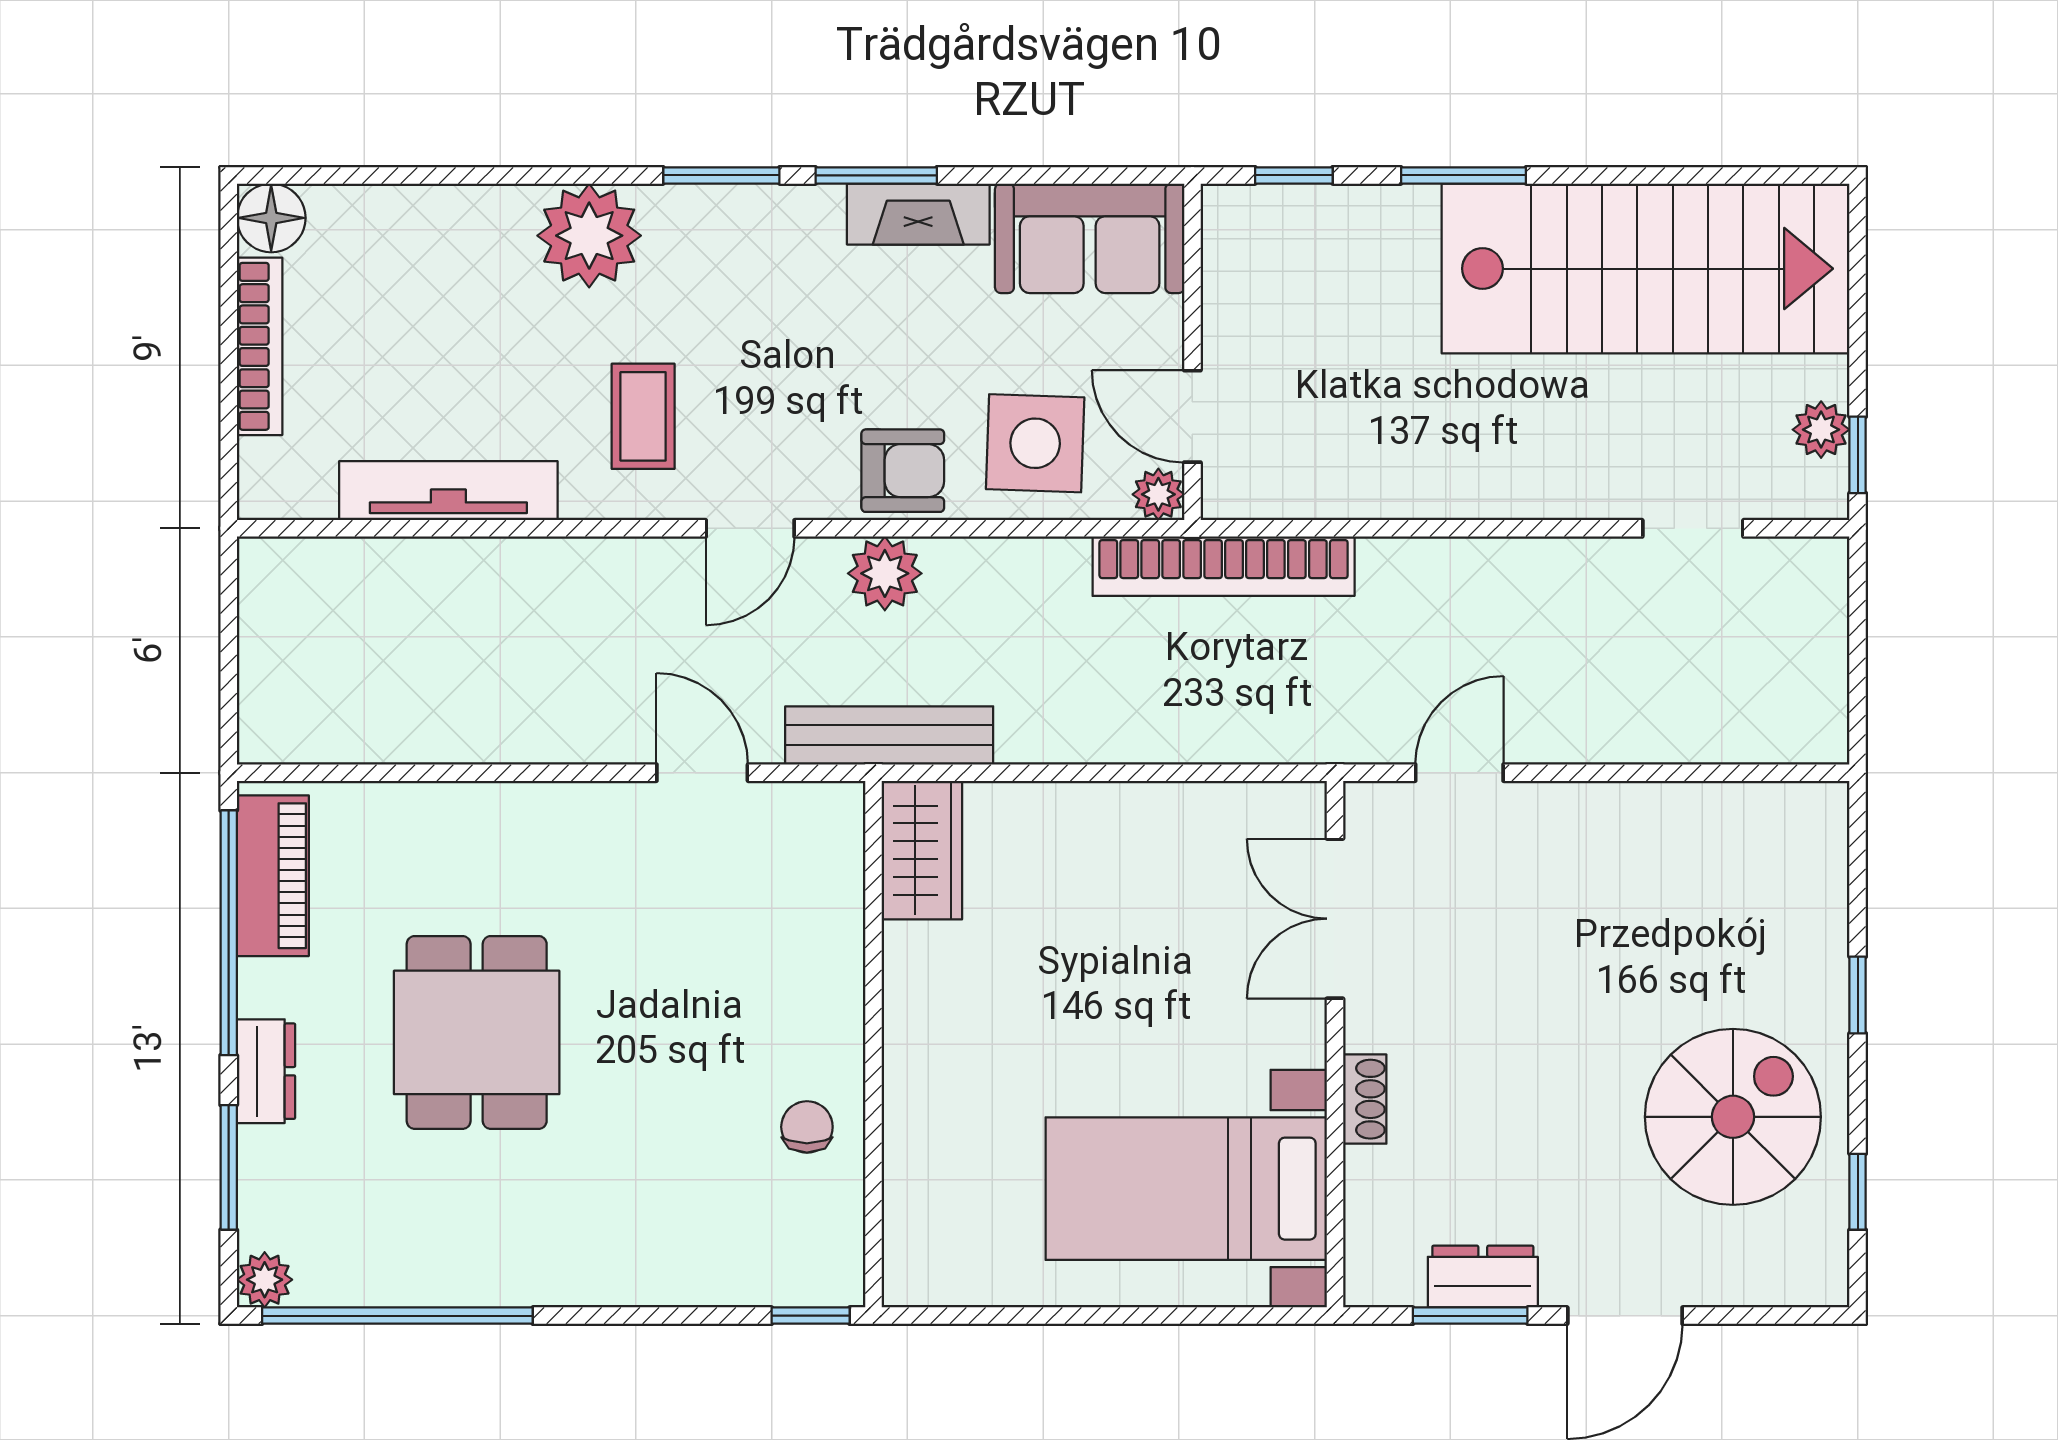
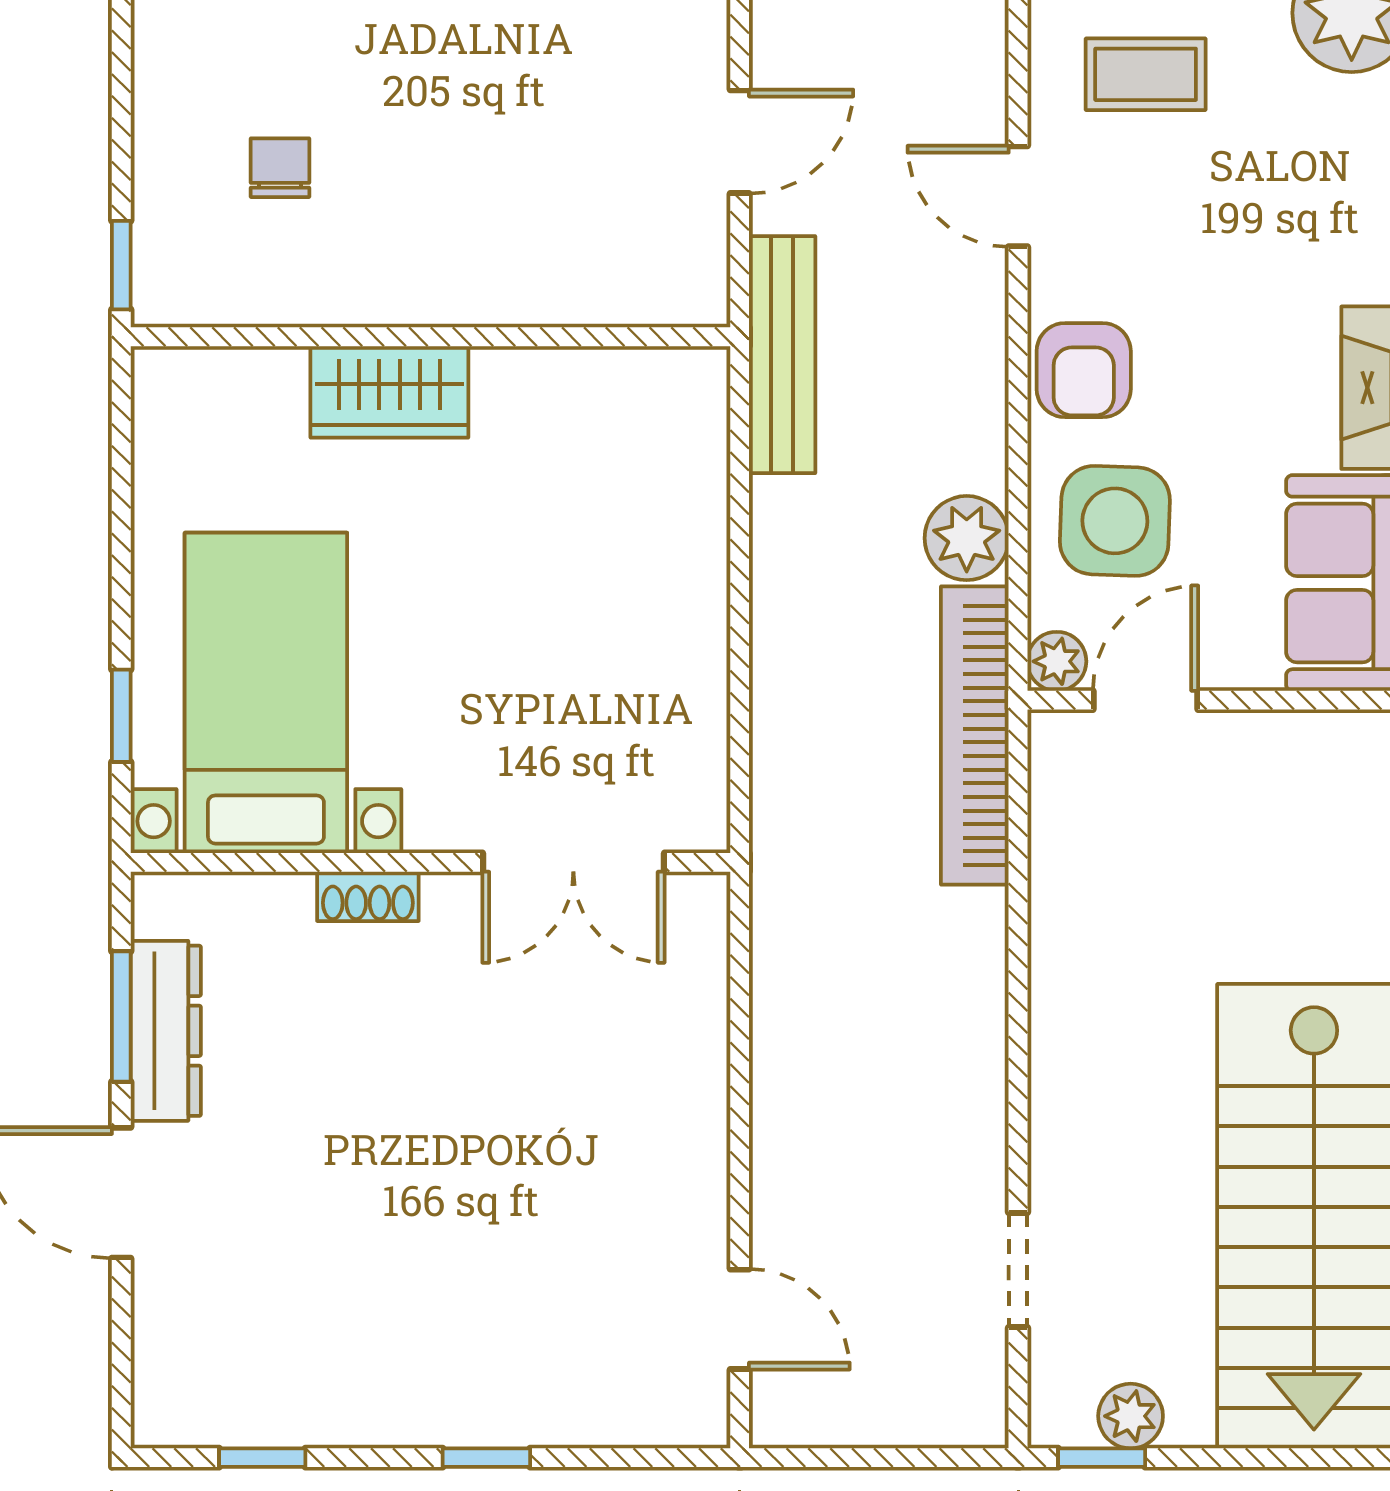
plant: (885, 573) -> (967, 538), moved
door: (1459, 773) -> (740, 1319), moved
wardrobe: (922, 850) -> (389, 392), moved
double door: (1335, 919) -> (573, 862), swing flipped
spiral stairs: (1733, 1117) -> (348, 1316), removed
chair: (807, 1127) -> (280, 168), moved, turned -90
dresser: (1483, 1277) -> (166, 1031), width x1.44
window: (1206, 1316) -> (121, 716), added

